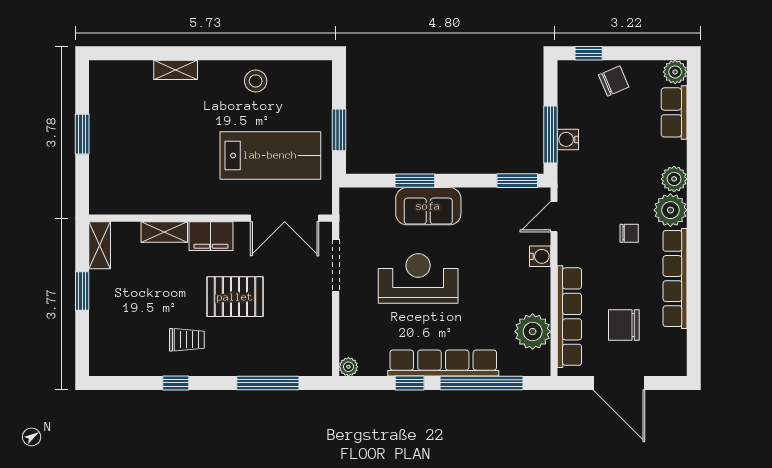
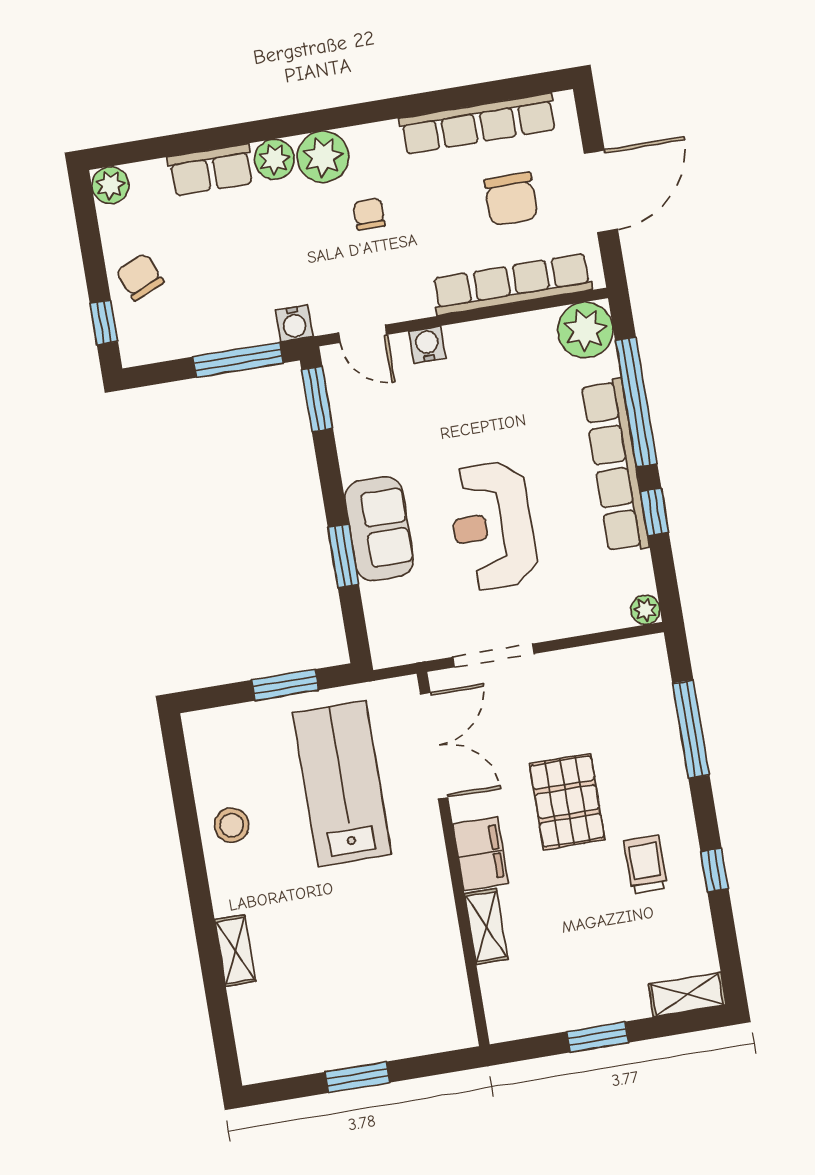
row of seats: (674, 112) -> (211, 170), moved
water cooler: (568, 139) -> (294, 323), moved
shelving: (100, 245) -> (687, 995), moved
row of seats: (675, 279) -> (478, 124), moved
plant: (533, 332) -> (585, 330), moved

